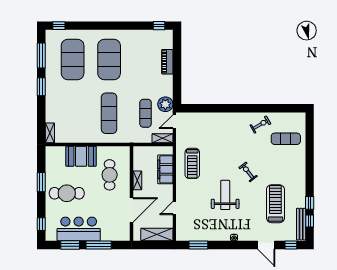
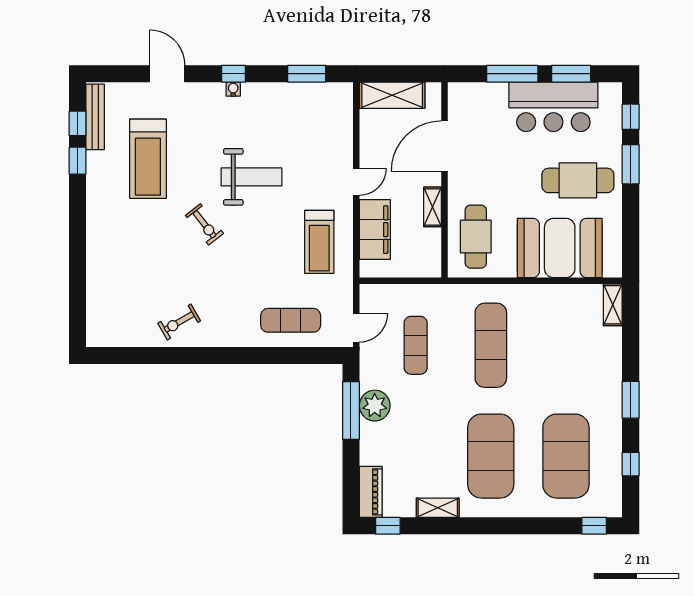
window: (41, 56) -> (631, 464), width x0.46
piano: (167, 62) -> (371, 492), moved
window: (177, 82) -> (351, 410), added
plant: (165, 104) -> (375, 406), moved
shelving: (162, 138) -> (438, 508), moved
exercise mat: (286, 139) -> (291, 320), moved
booth: (81, 156) -> (560, 248), width x1.36, depth x1.42
treadmill: (192, 163) -> (319, 242), turned 180
cafe table: (110, 175) -> (476, 237), moved
window: (41, 182) -> (631, 164), moved
weight bench: (225, 195) -> (252, 177), turned -90
door: (174, 208) -> (356, 182), moved
window: (291, 245) -> (233, 74), moved

